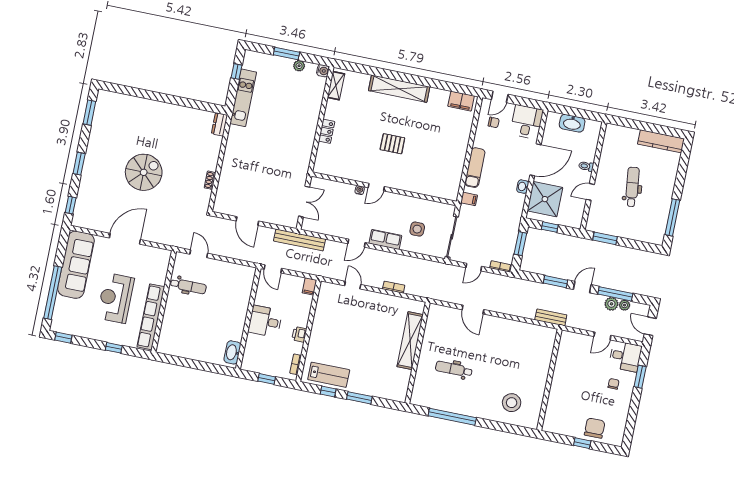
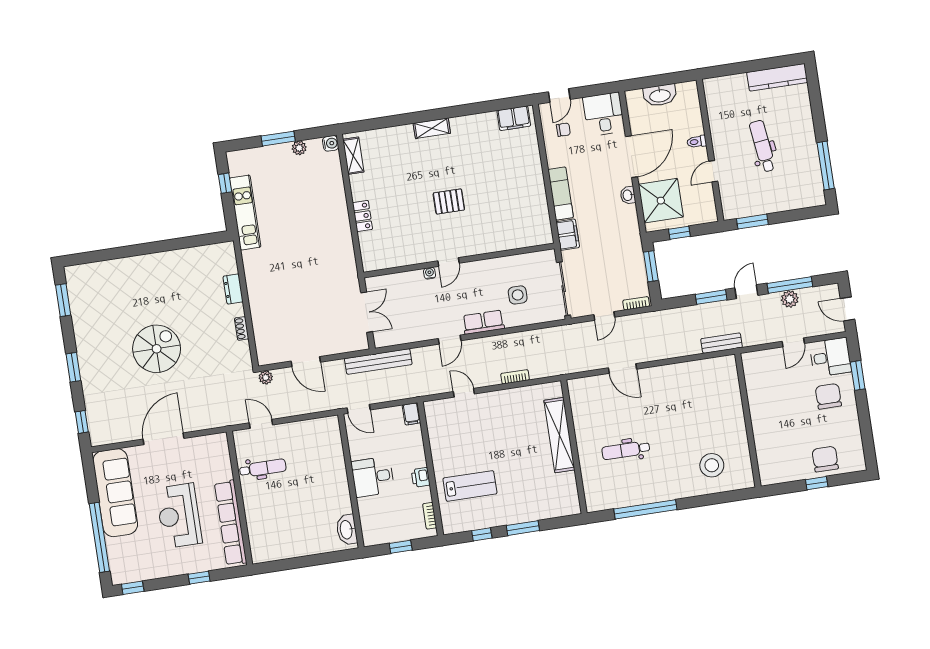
shelving: (399, 89) -> (432, 128), width x0.45, depth x0.75
dresser: (219, 124) -> (233, 289), moved
filing cabinet: (469, 199) -> (568, 235), width x2.00
plant: (625, 305) -> (266, 377), moved
lab bench: (329, 375) -> (470, 486), moved
chair: (613, 384) -> (828, 396), width x1.87, depth x1.87

